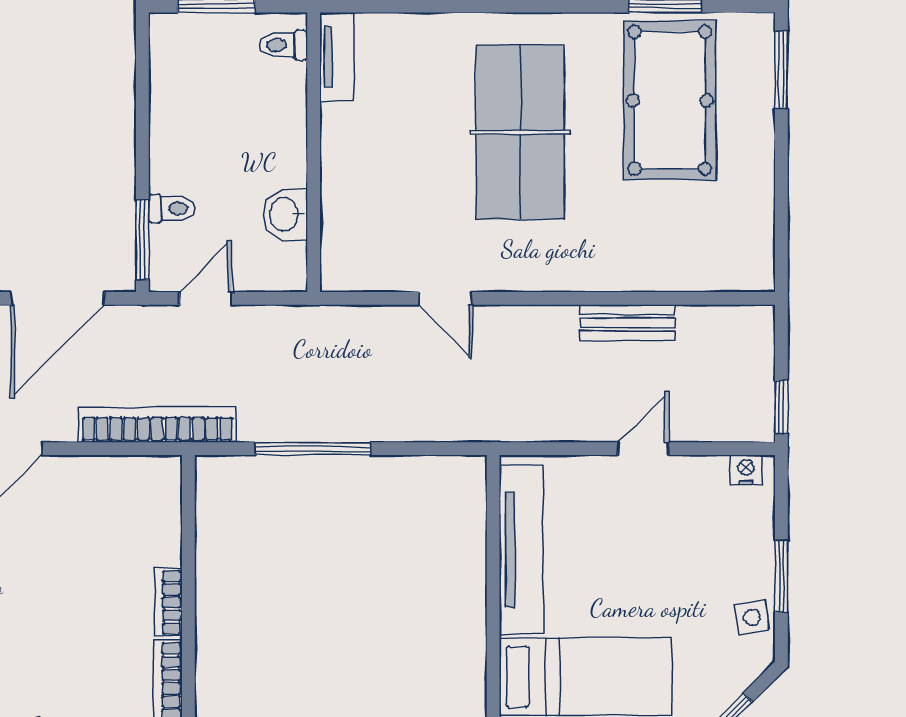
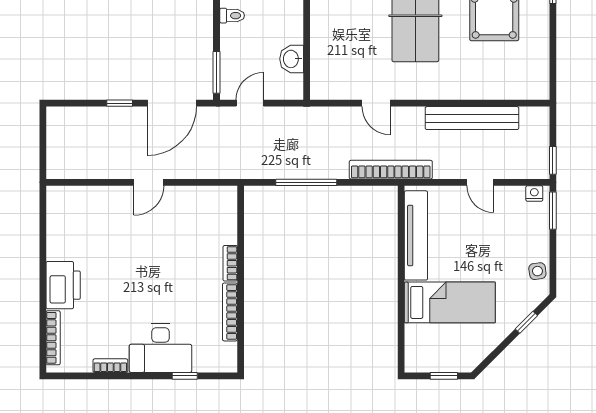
toilet: (172, 209) -> (232, 16), moved
bench: (628, 323) -> (472, 118), width x1.86, depth x1.21
bookcase: (157, 425) -> (391, 170), moved
door: (643, 449) -> (480, 182), swing flipped
window: (781, 576) -> (553, 211), moved

